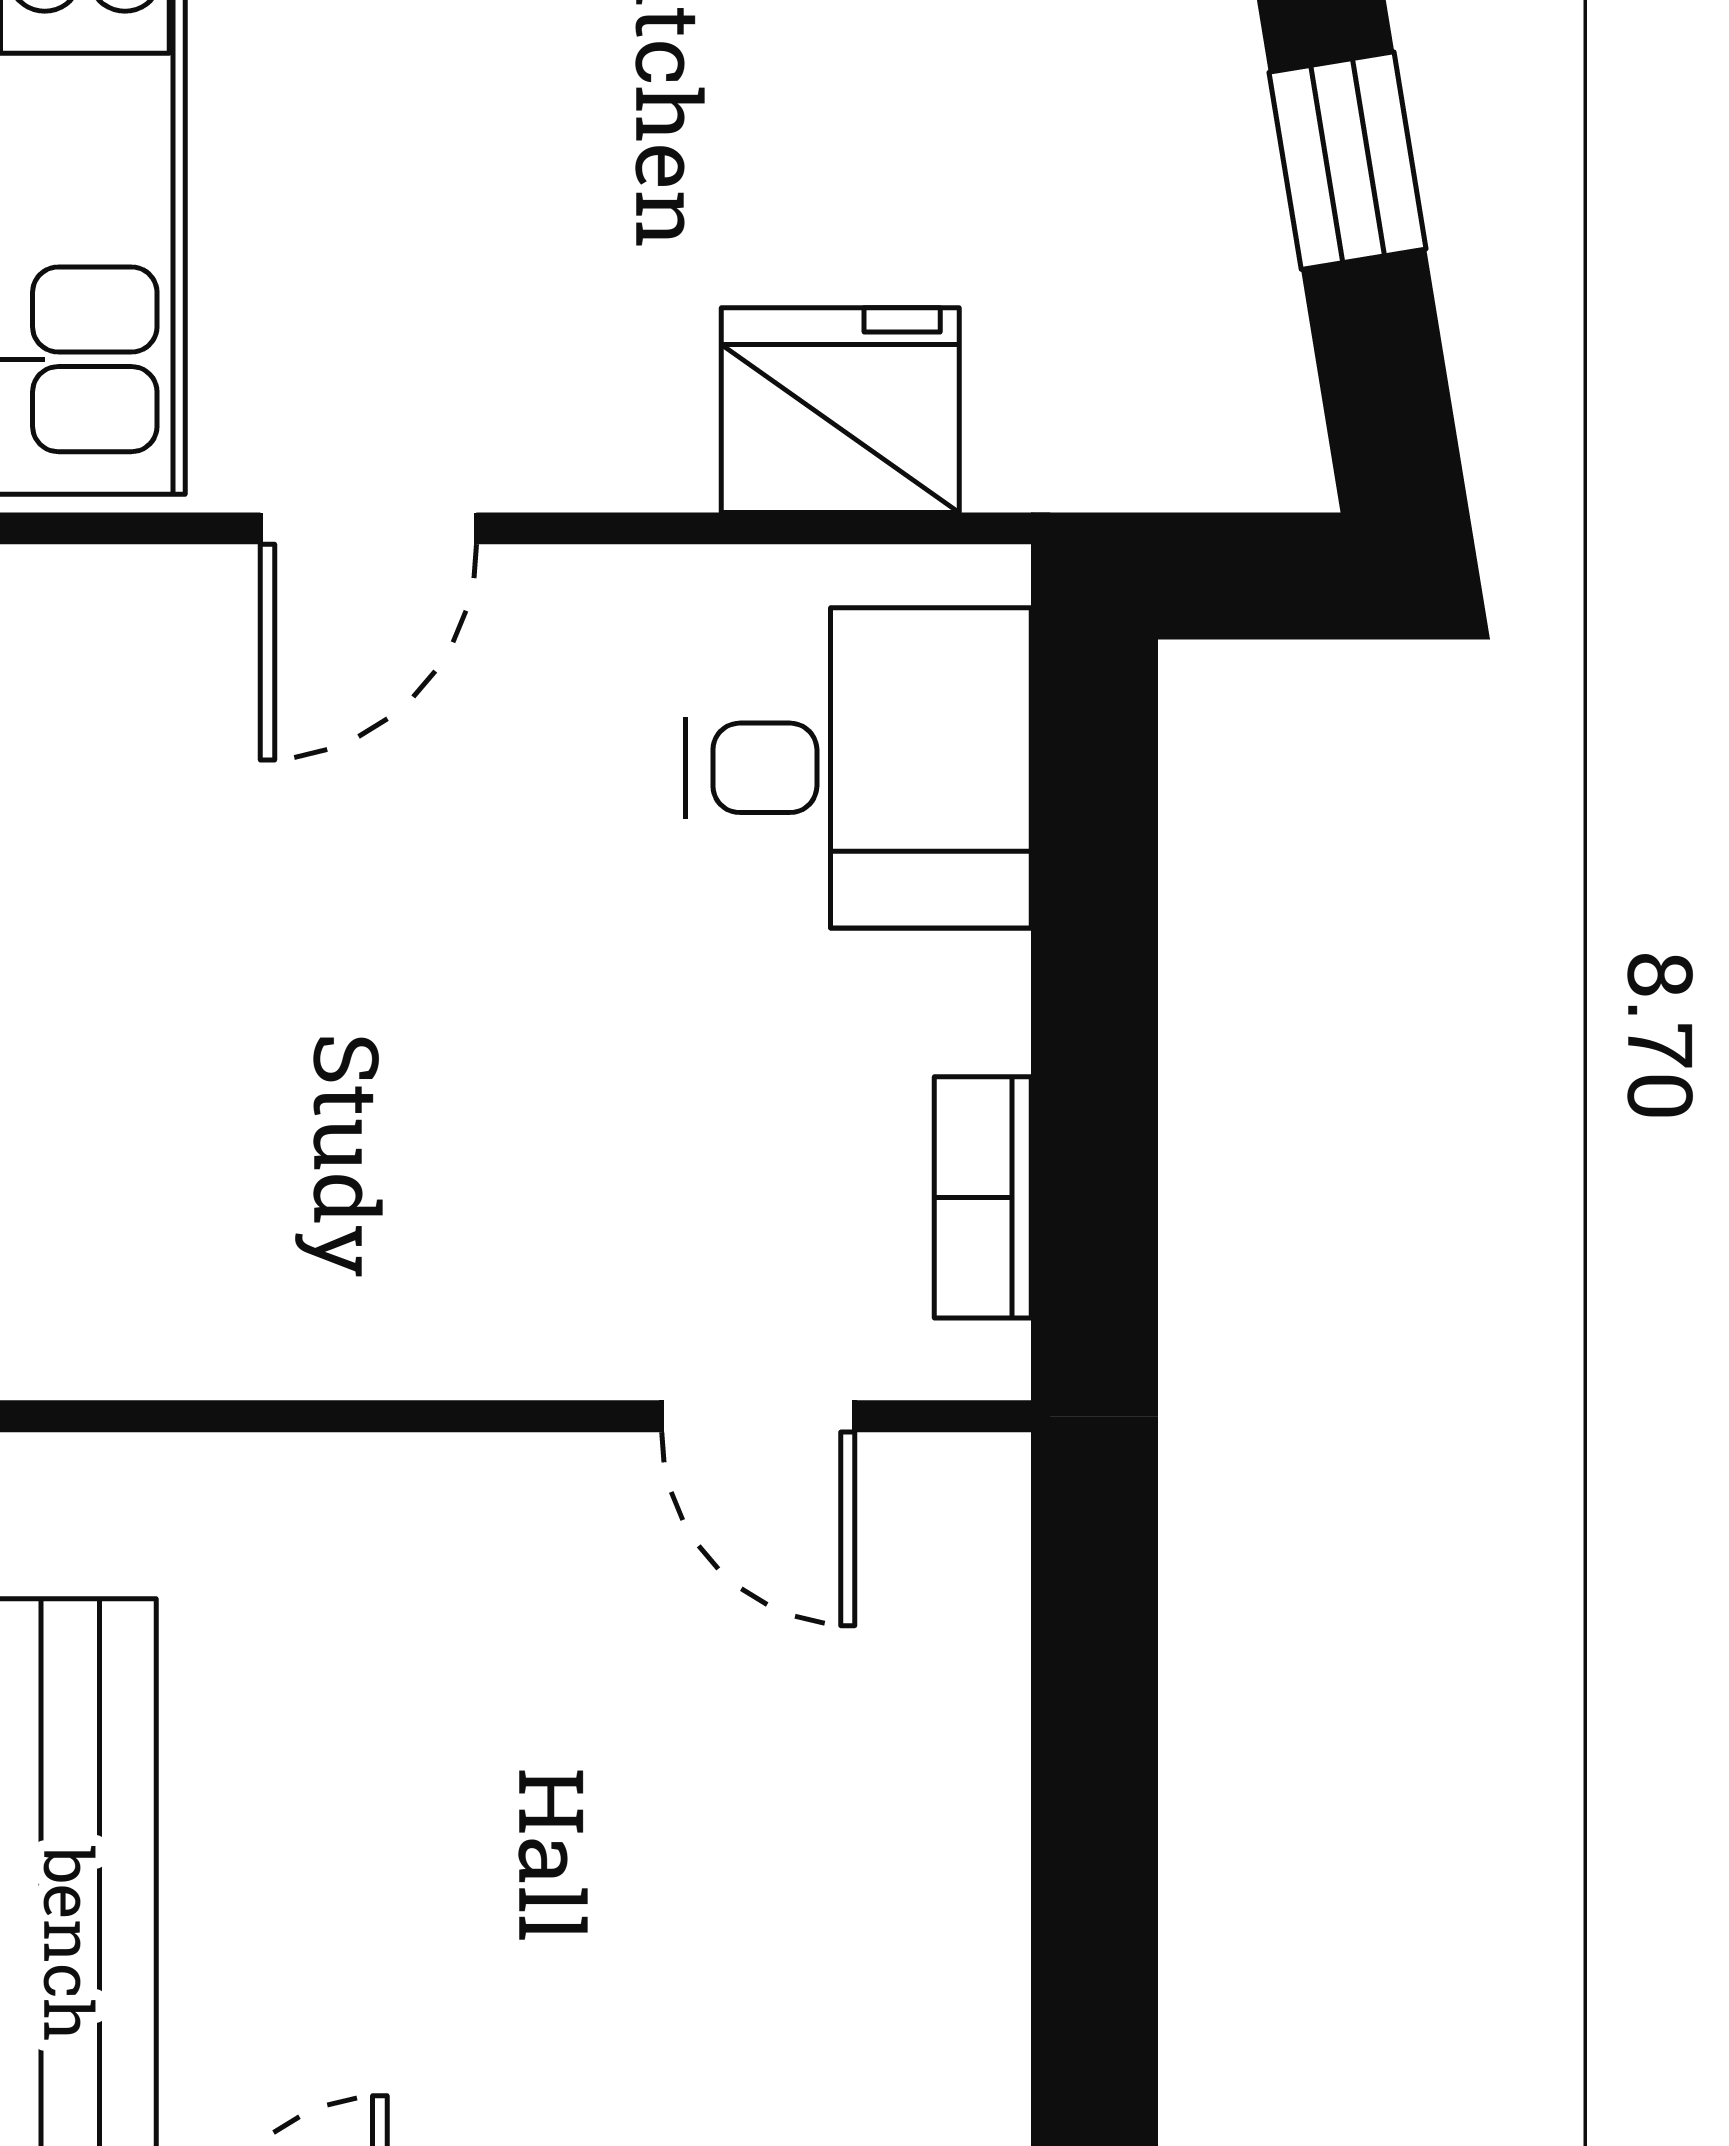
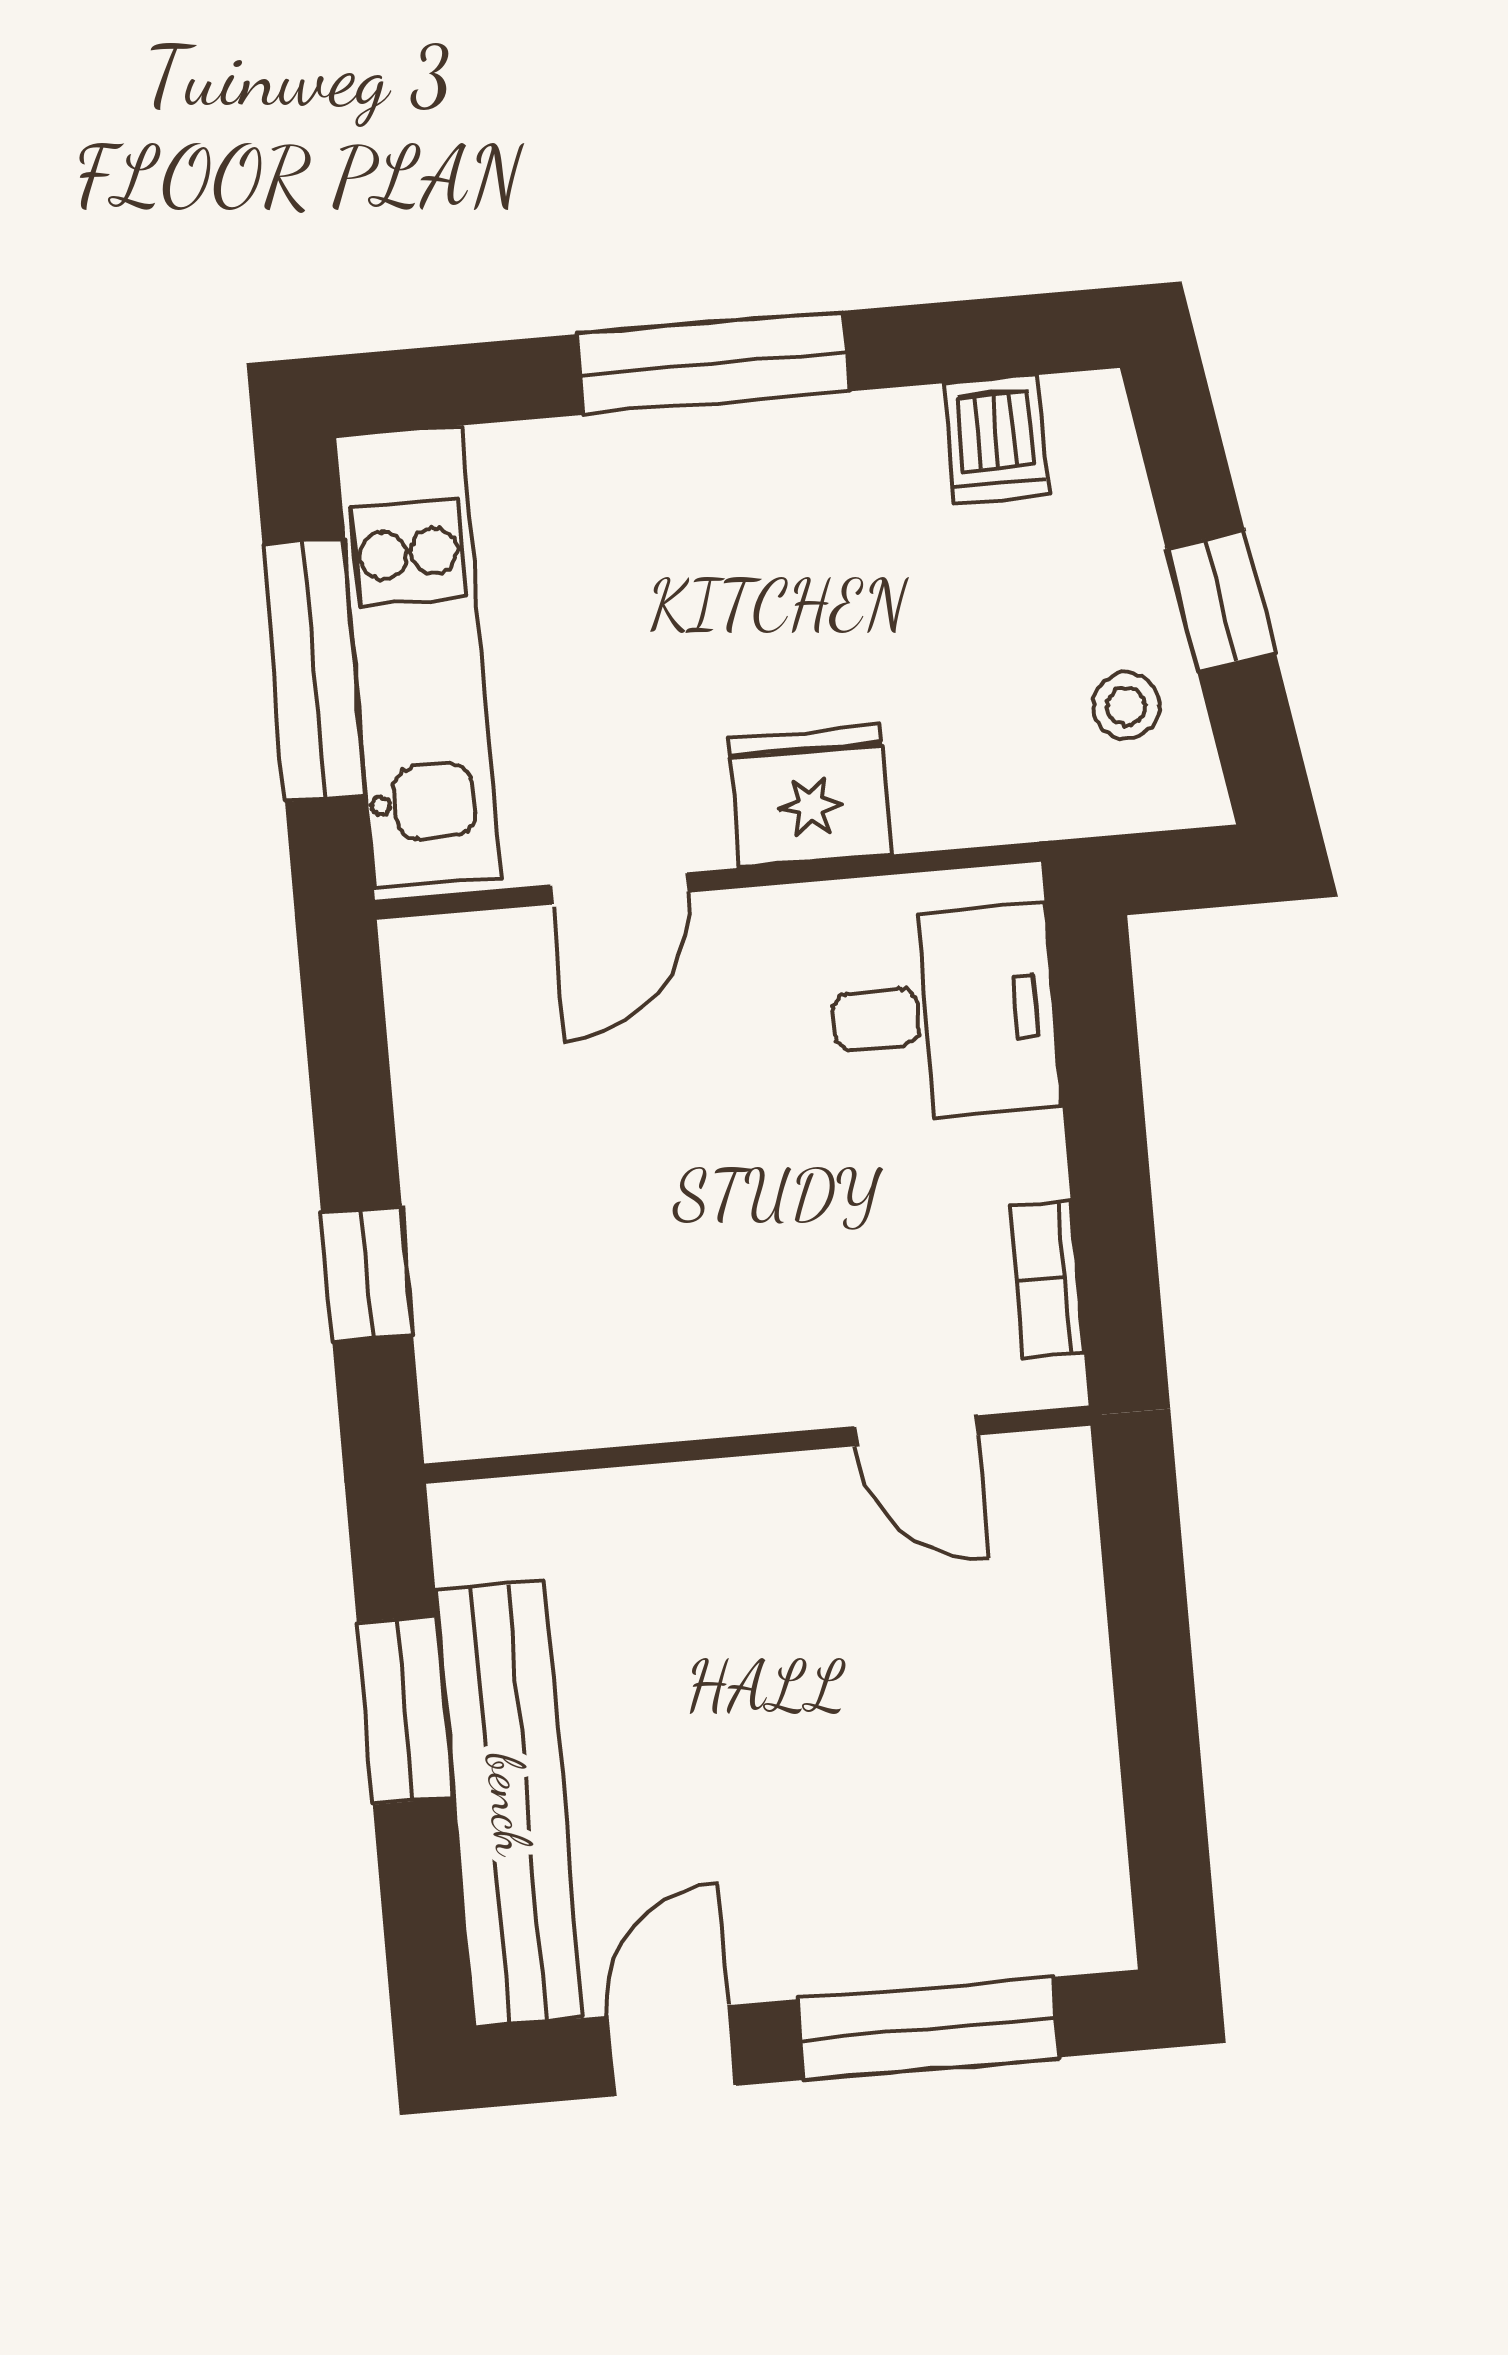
stool: (1185, 312) -> (1126, 706), added
fridge: (840, 410) -> (810, 796), moved

